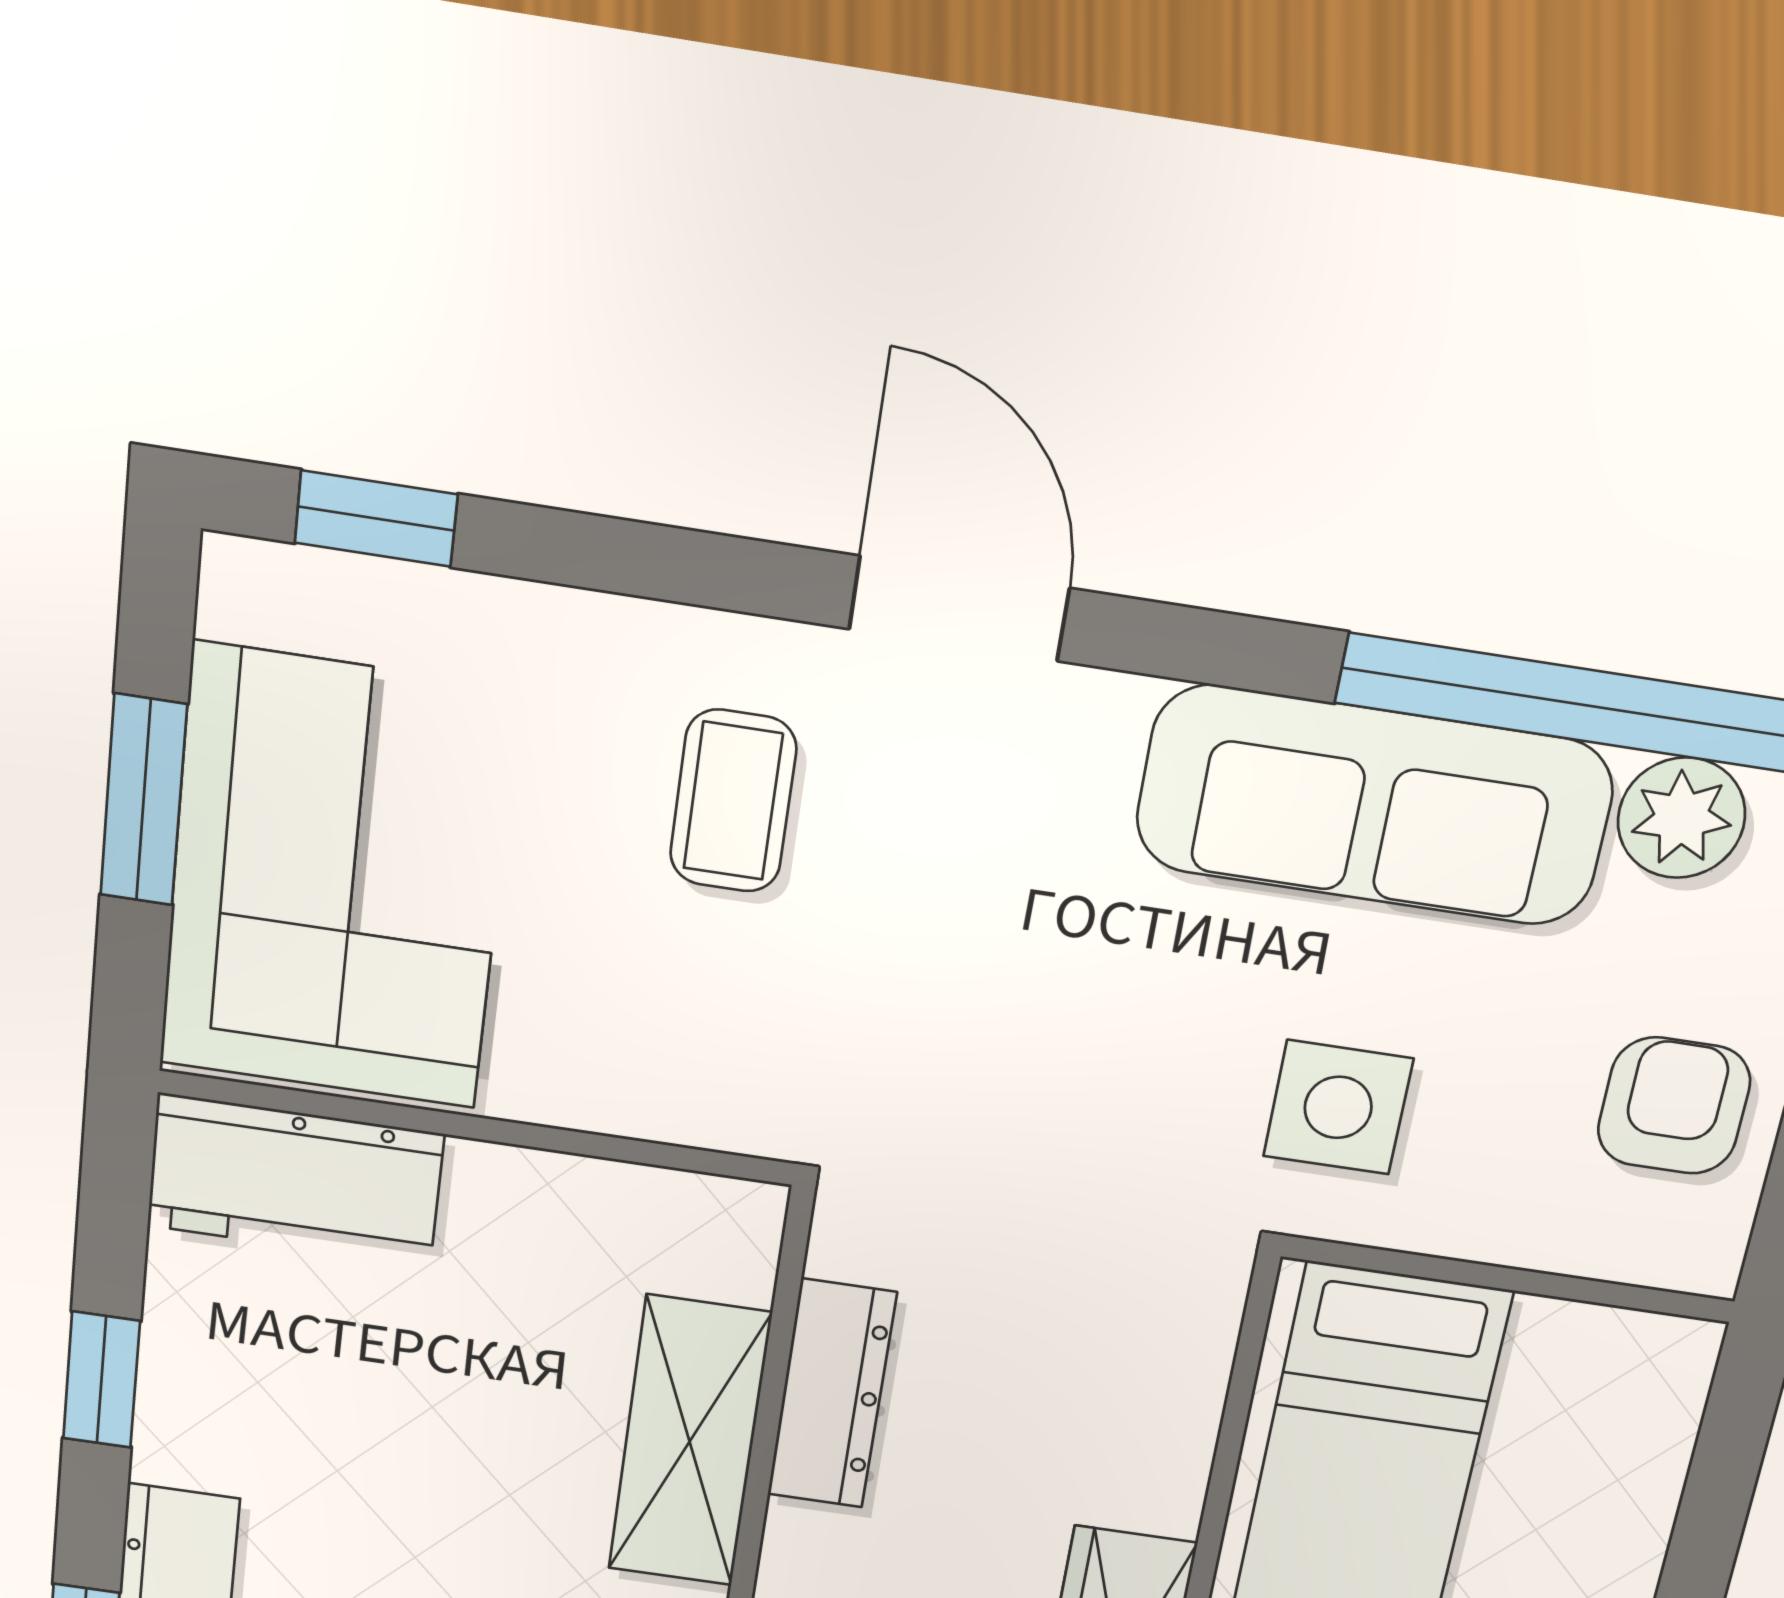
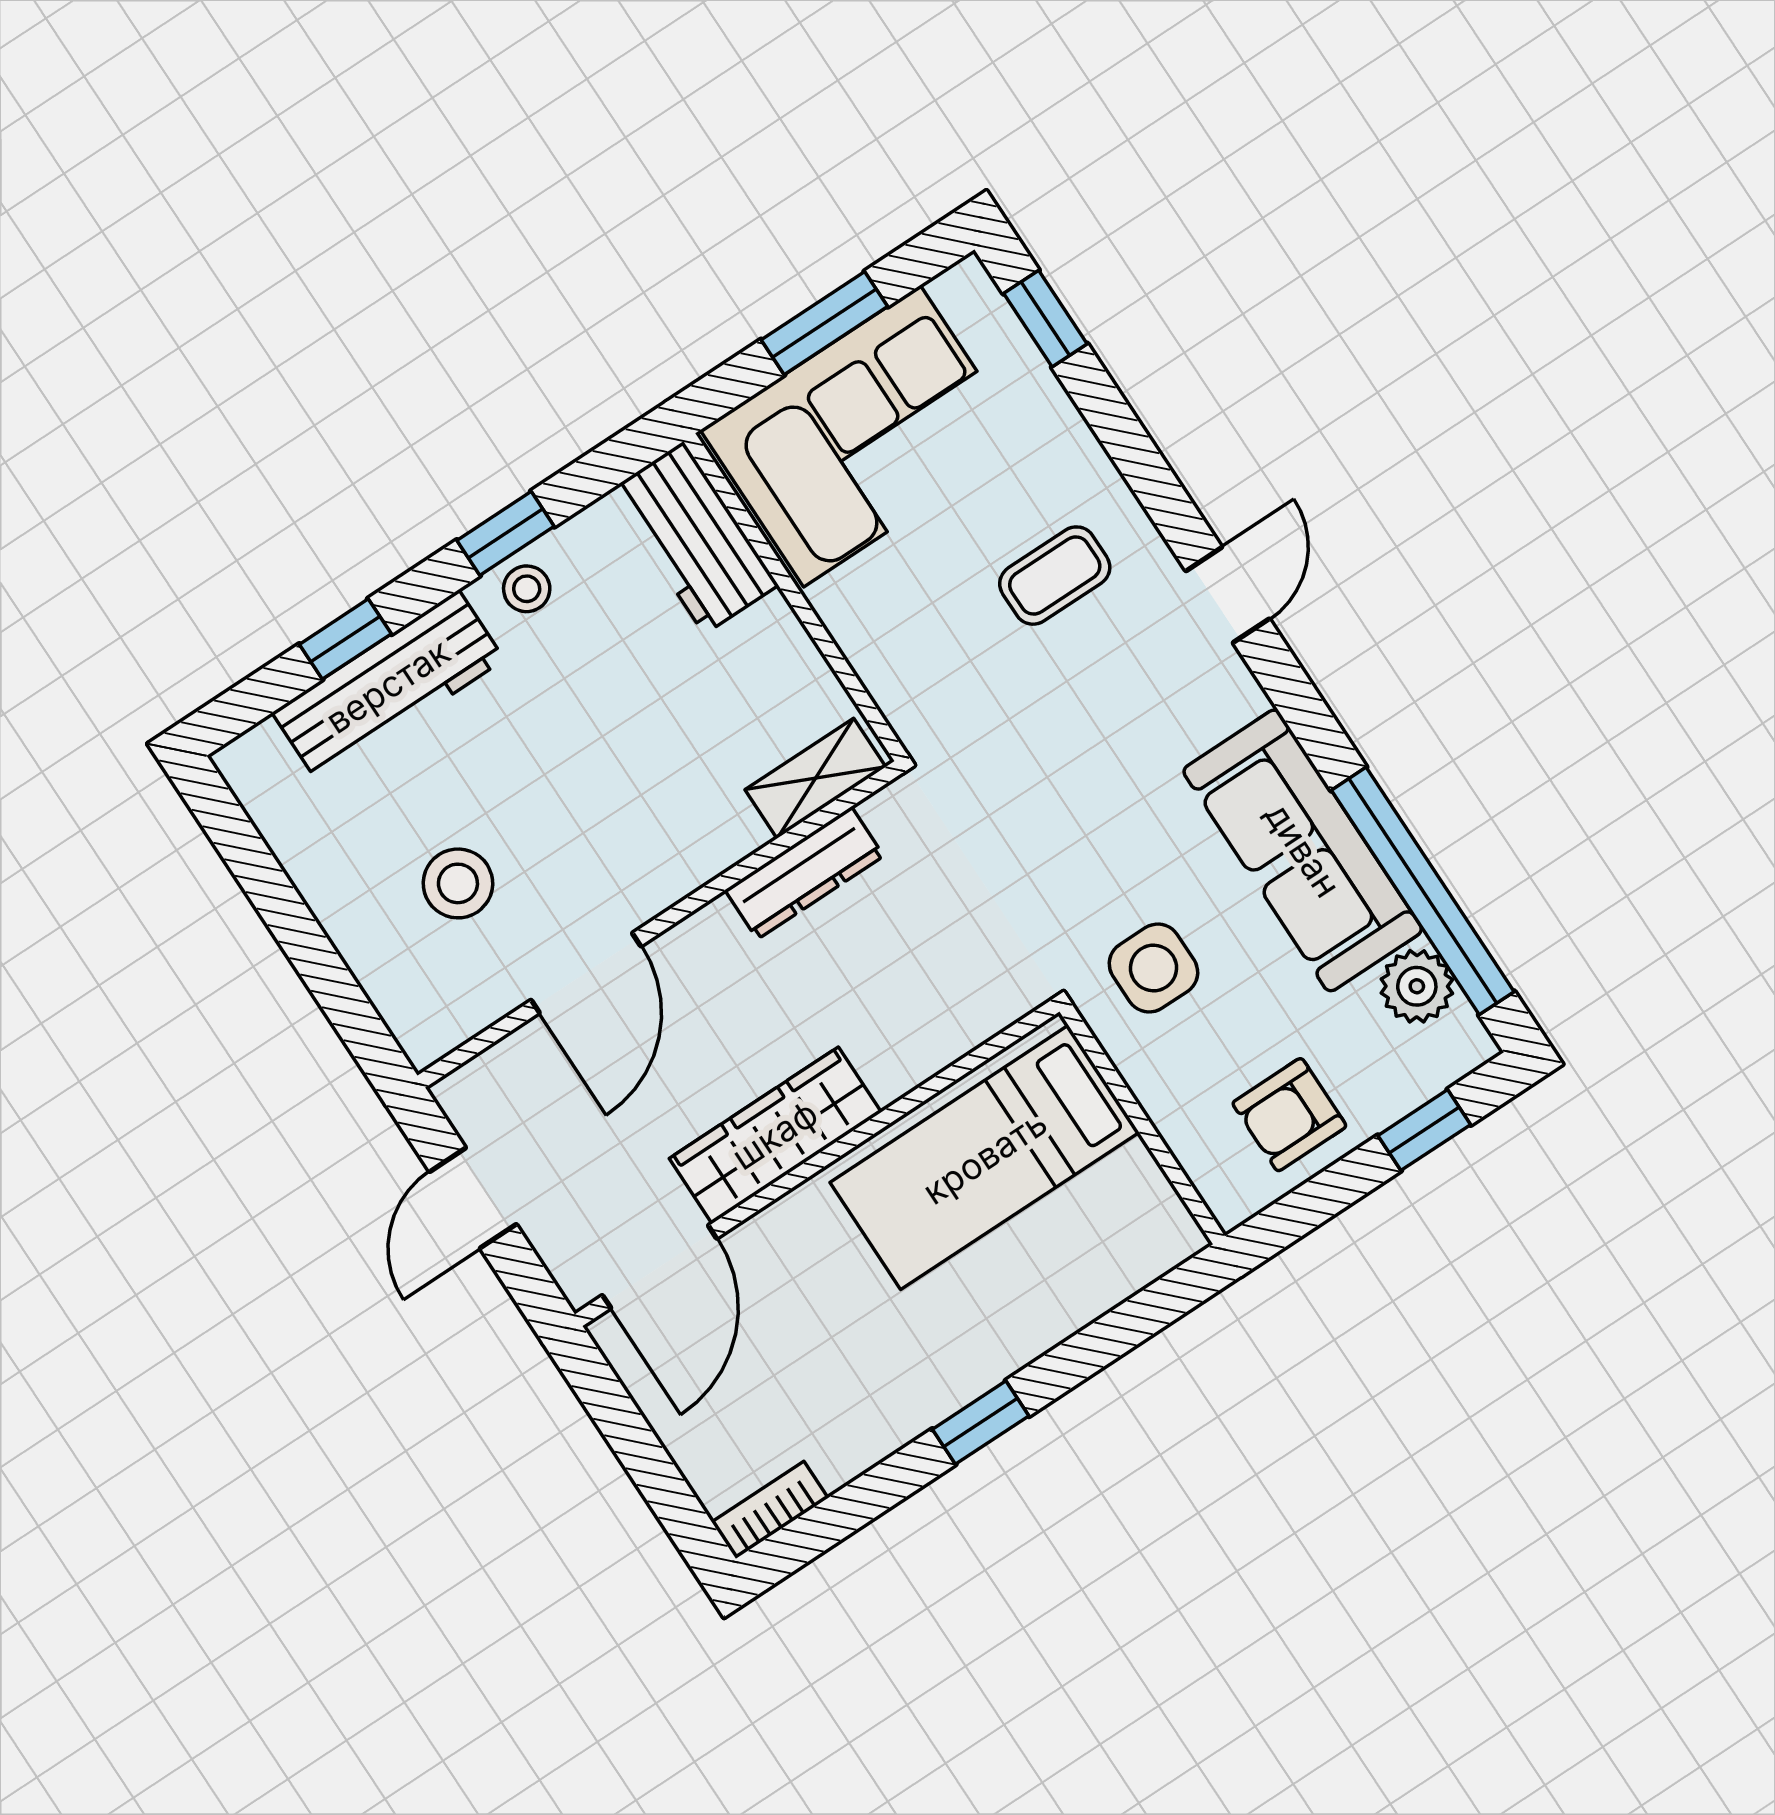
door: (959, 609) -> (1228, 595), width x0.73
armchair: (1674, 1106) -> (1289, 1115), turned 180
stool: (193, 1411) -> (527, 589), added
shelving: (690, 1442) -> (815, 778), moved, width x0.67, depth x0.75

